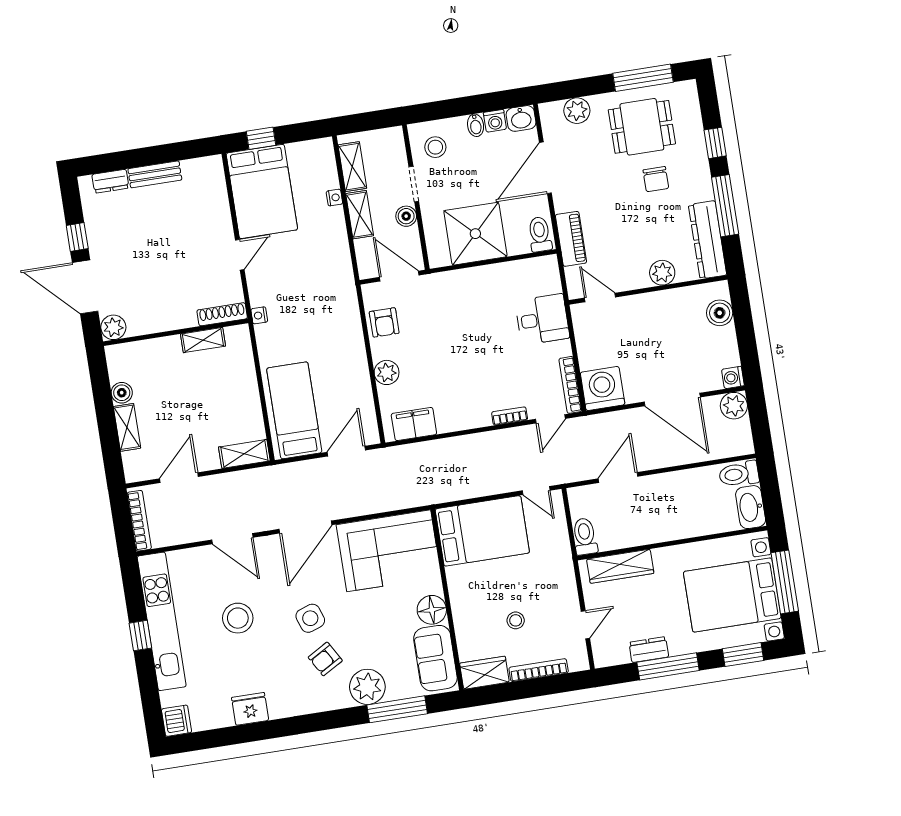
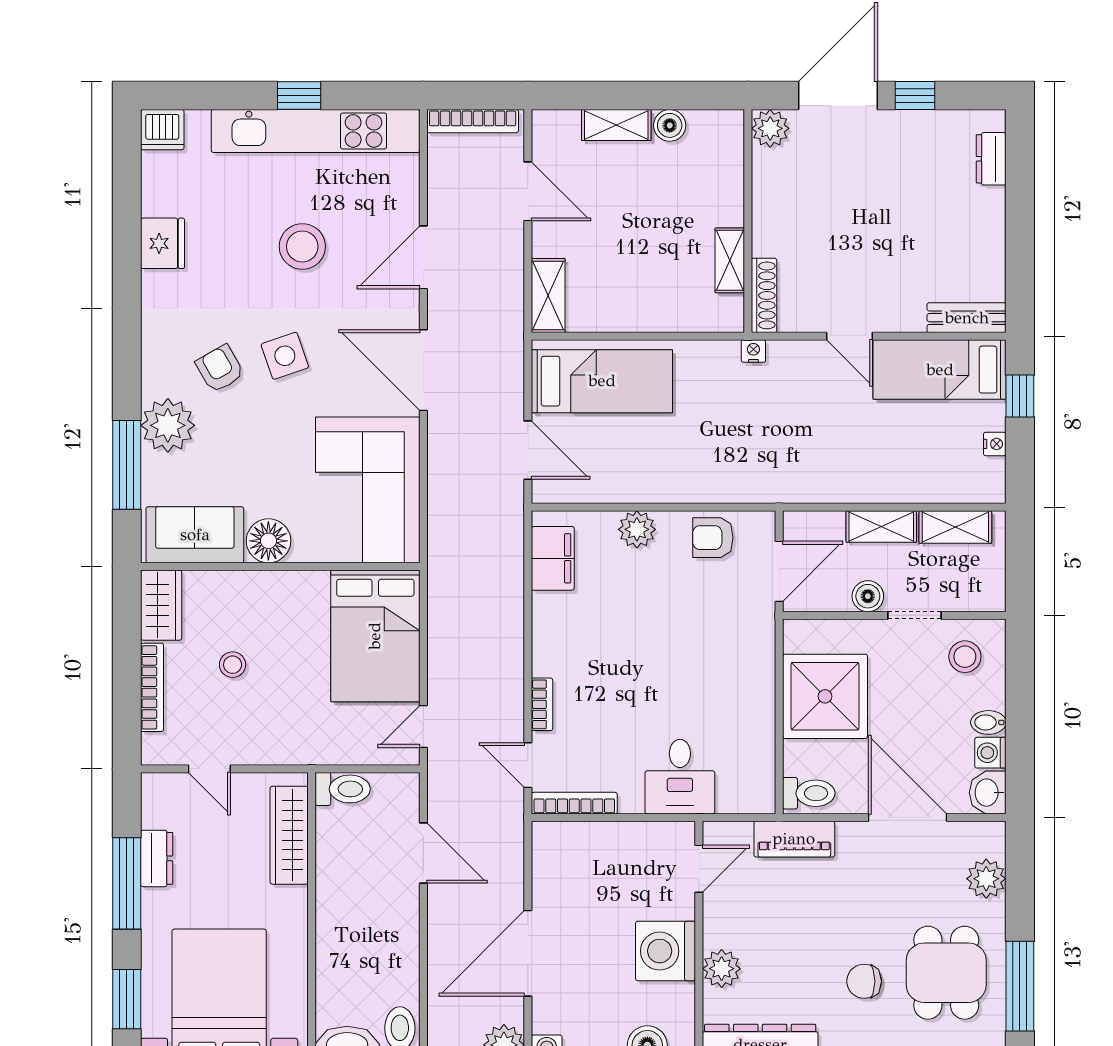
bench: (155, 174) -> (967, 318), moved, turned 90
bed: (262, 191) -> (940, 370), width x0.67
nightstand: (334, 198) -> (995, 444), moved, turned -90
washing machine: (603, 388) -> (666, 951), moved, turned 180

